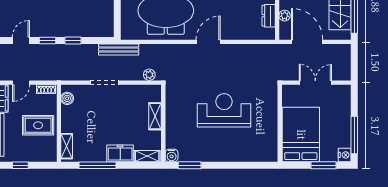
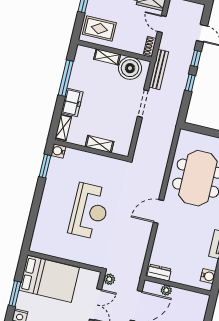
dresser: (269, 16) -> (159, 273), moved
door: (208, 42) -> (158, 211), swing flipped
bench: (119, 50) -> (159, 69), moved
plant: (149, 75) -> (109, 279), moved
boiler: (67, 98) -> (130, 68), width x1.86, depth x1.86
rug: (38, 125) -> (99, 29), moved, turned 90
shelving: (67, 146) -> (107, 57), moved

